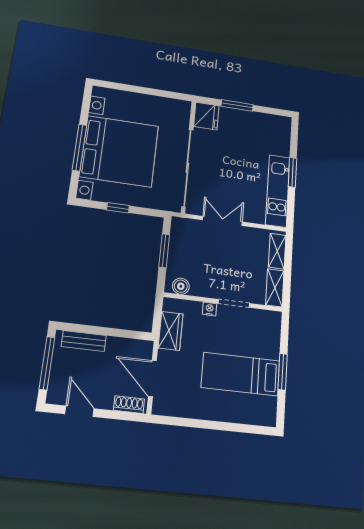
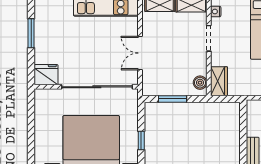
window: (237, 105) -> (31, 33), moved
nightstand: (210, 309) -> (216, 11), moved
wardrobe: (171, 331) -> (219, 81), moved, turned 90

